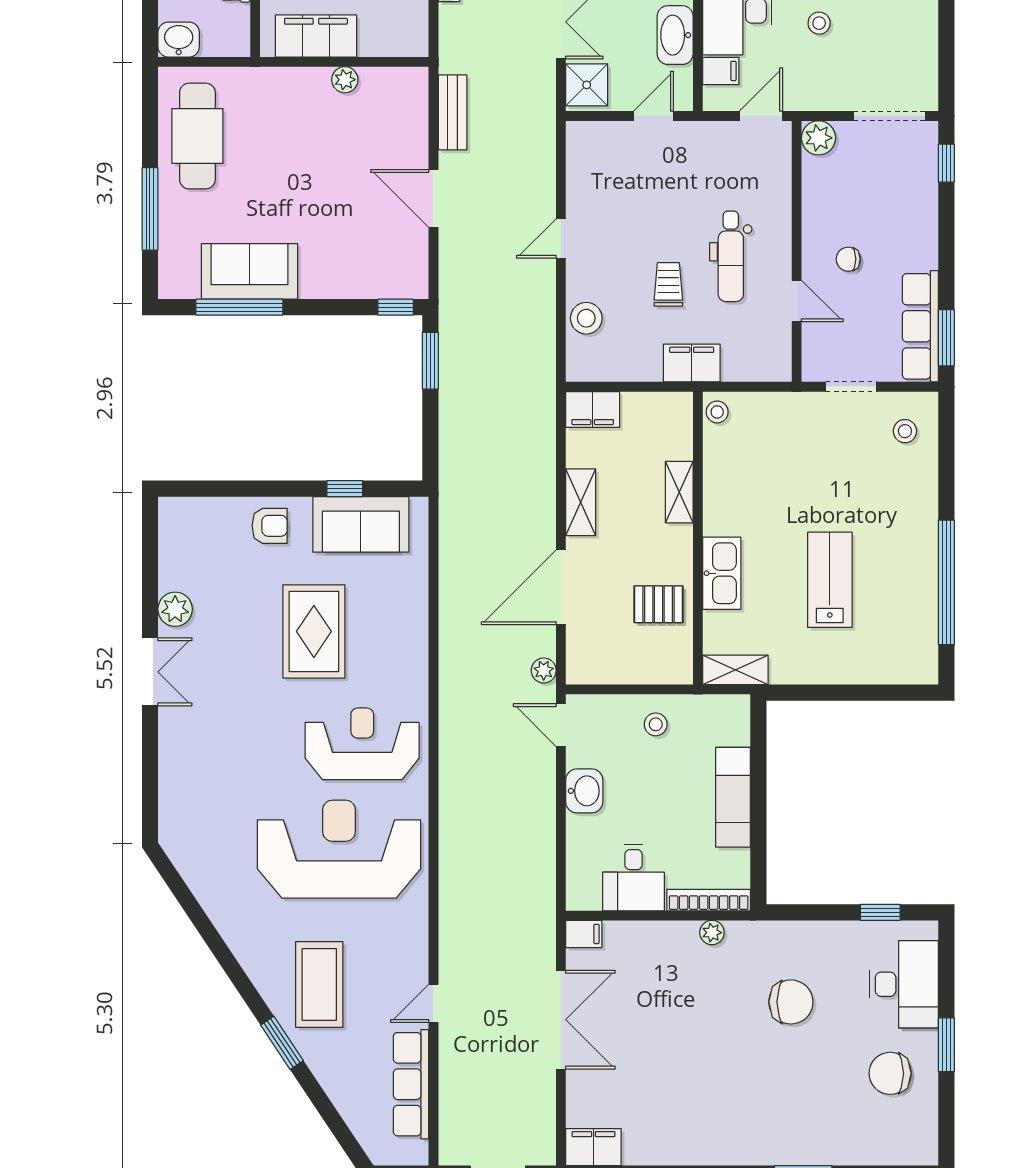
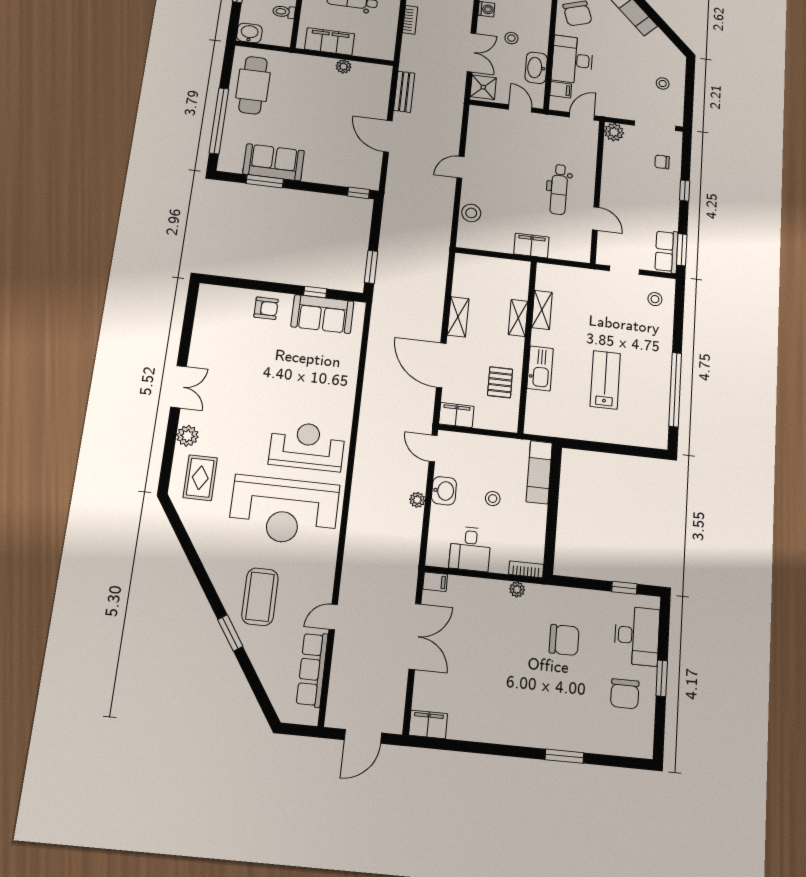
stool: (819, 23) -> (663, 83), moved
door: (654, 116) -> (520, 108), hinge flipped
window: (946, 163) -> (685, 191), moved
window: (150, 209) -> (219, 121), width x1.46
chair: (848, 259) -> (662, 162), moved
trolley: (668, 284) -> (521, 200), removed
window: (239, 307) -> (265, 181), width x0.69
row of seats: (920, 326) -> (667, 251), width x0.68
window: (430, 361) -> (371, 267), moved
filing cabinet: (593, 409) -> (456, 415), moved, turned 180
stool: (717, 412) -> (544, 275), removed
door: (561, 587) -> (441, 365), hinge flipped
pallet: (659, 604) -> (500, 382), turned 90
plant: (175, 609) -> (187, 436), moved
rug: (314, 631) -> (200, 478), moved, width x0.73, depth x0.70
plant: (544, 670) -> (417, 500), moved
shelving: (735, 670) -> (542, 310), moved, turned 90
stool: (656, 724) -> (493, 499), moved
exam couch: (733, 797) -> (539, 472), moved
reception desk: (339, 849) -> (284, 511), turned 180
bookcase: (709, 900) -> (526, 569), width x0.64
chair: (890, 1073) -> (625, 694), turned -90

